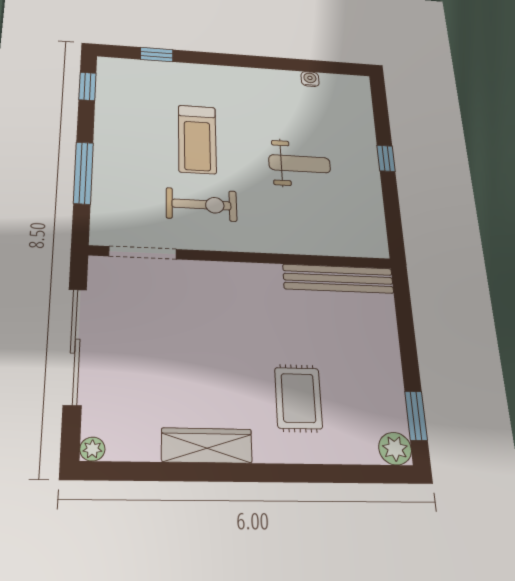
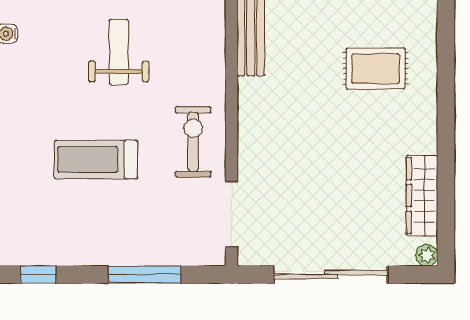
treadmill: (197, 139) -> (96, 159), turned 180
exercise bike: (202, 205) -> (193, 142), moved
wardrobe: (207, 445) -> (422, 196), moved

